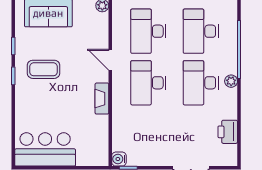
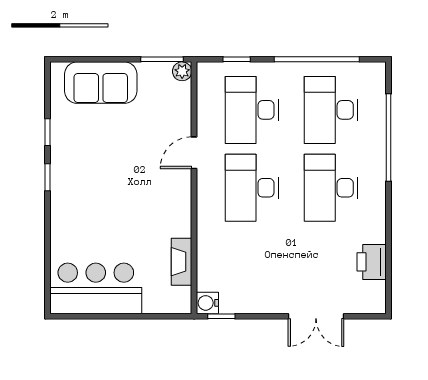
door: (110, 60) -> (194, 153), hinge flipped
coffee table: (44, 69) -> (93, 167), removed
plant: (231, 81) -> (377, 185), removed
fireplace: (102, 99) -> (182, 262), moved

